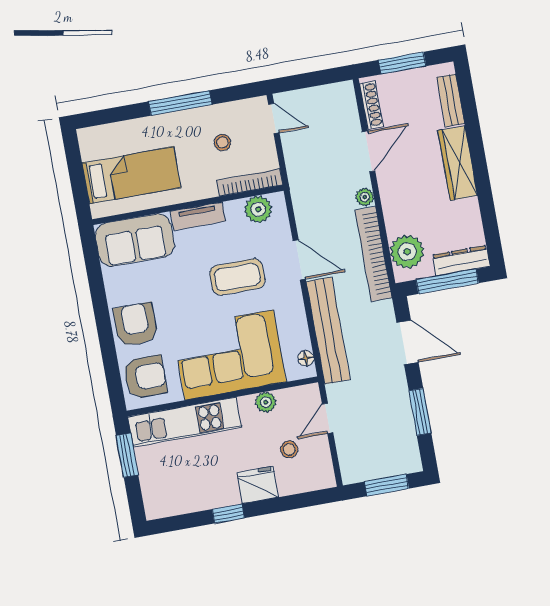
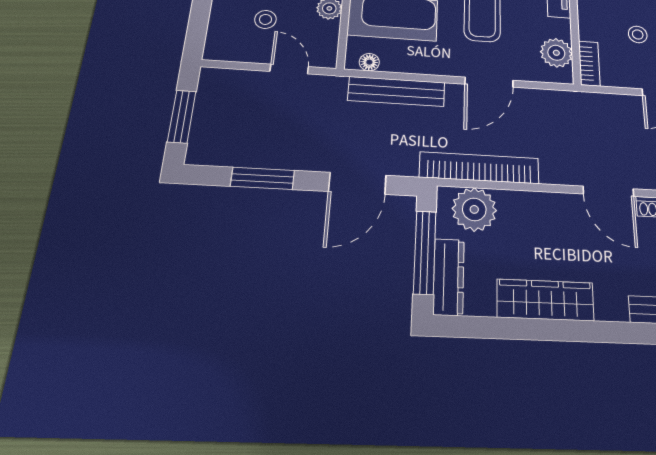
wardrobe: (458, 163) -> (545, 300), moved
bookcase: (250, 183) -> (589, 63), width x0.64
plant: (365, 197) -> (552, 174), removed
bench: (328, 331) -> (397, 91), width x0.73, depth x0.82

